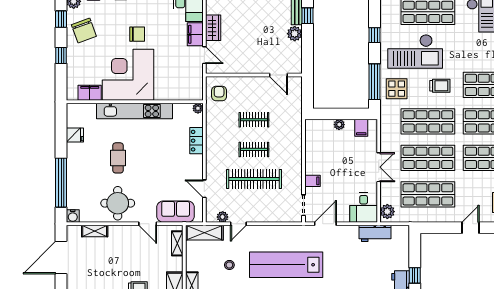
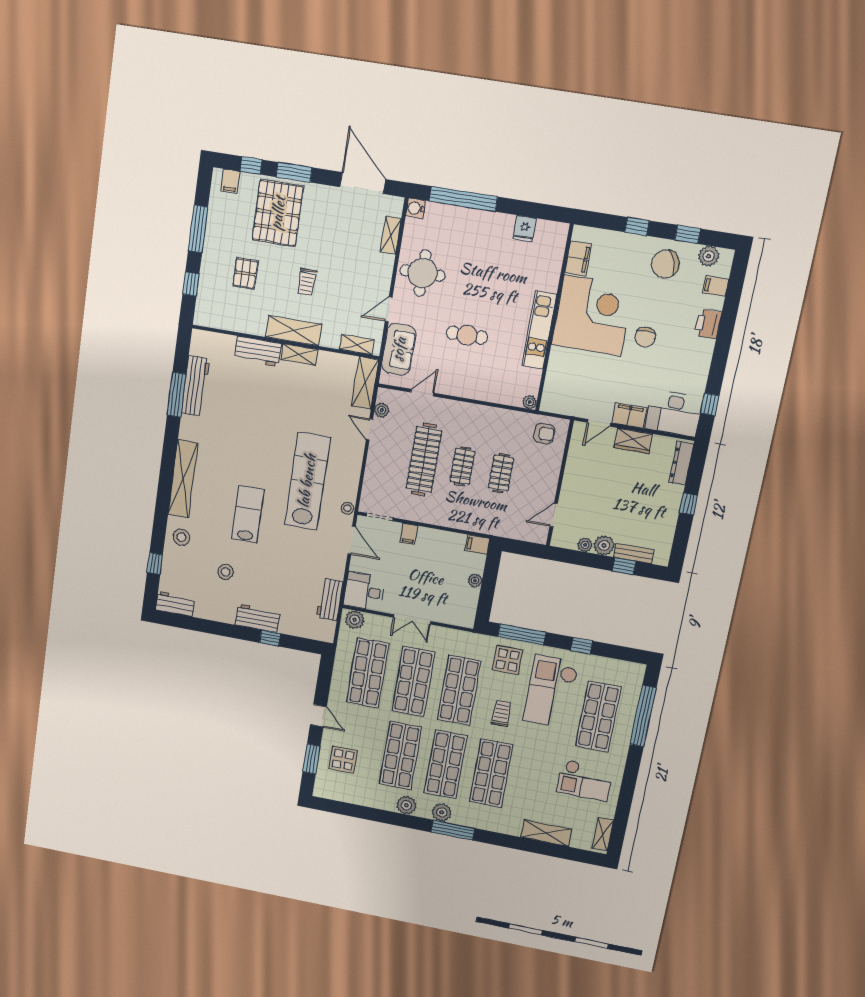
plant: (297, 48) -> (585, 545), added
trolley: (440, 86) -> (501, 713), turned 180
kitchen unit: (135, 111) -> (539, 330), width x0.73
filing cabinet: (361, 128) -> (477, 545), moved
locker: (196, 141) -> (487, 393), removed
cafe table: (118, 158) -> (467, 335), moved
stool: (229, 265) -> (347, 508), moved

